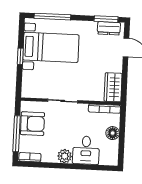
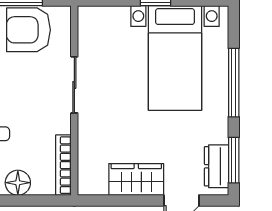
window: (52, 17) -> (234, 83), moved
wardrobe: (113, 87) -> (136, 179), moved
armchair: (32, 124) -> (28, 30), turned 90

